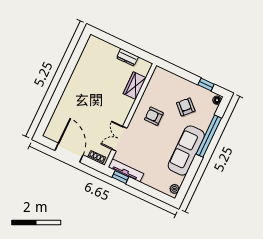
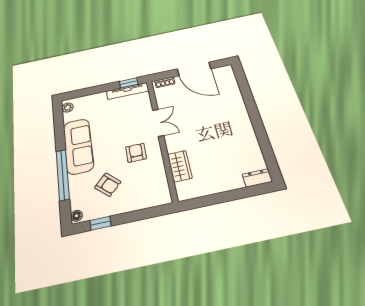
dresser: (127, 57) -> (257, 178), moved
armchair: (154, 116) -> (136, 153), turned -90
double door: (119, 139) -> (158, 123), moved

